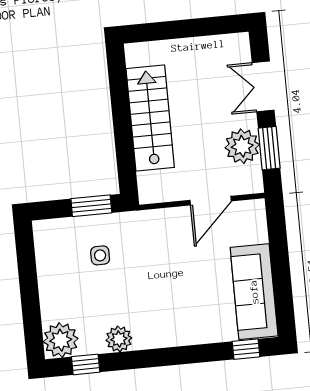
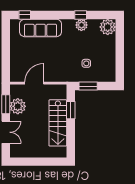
window: (125, 149) -> (71, 110), added
sofa: (254, 292) -> (41, 28), moved, turned 90
window: (86, 364) -> (81, 15), moved

